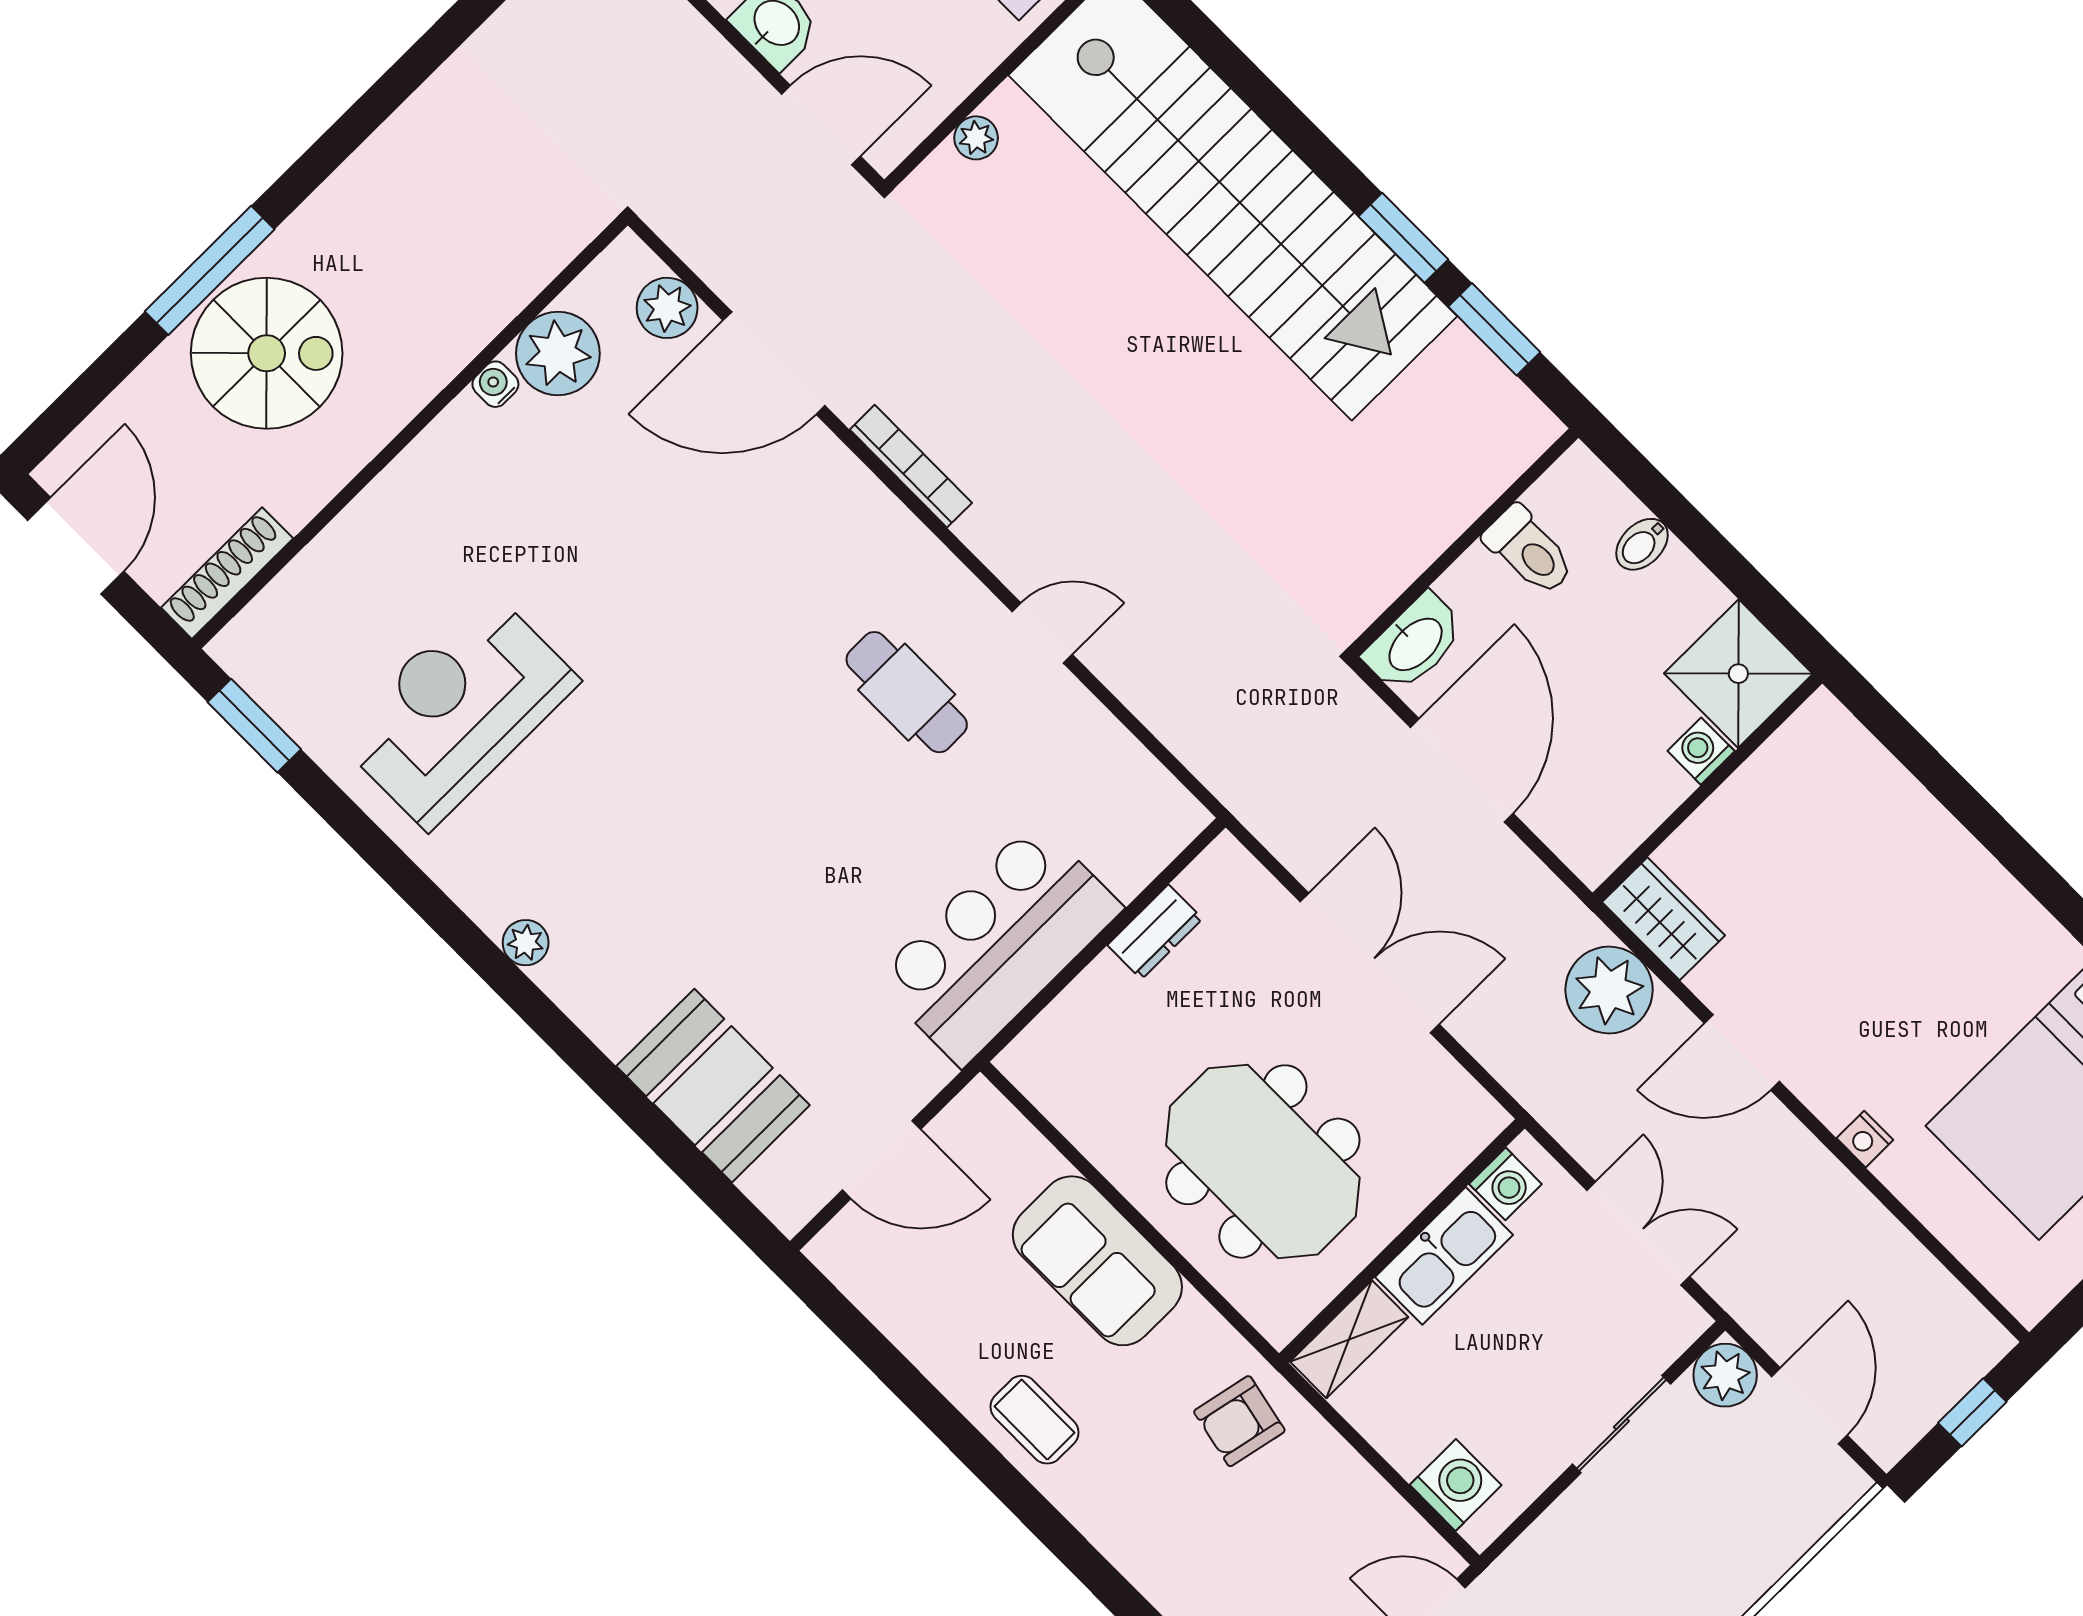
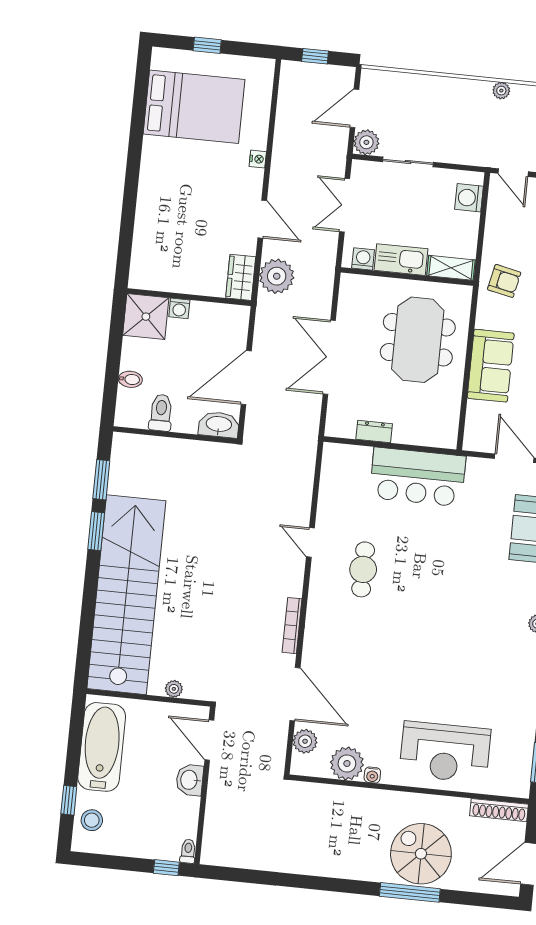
reception desk: (457, 709) -> (445, 752), moved

